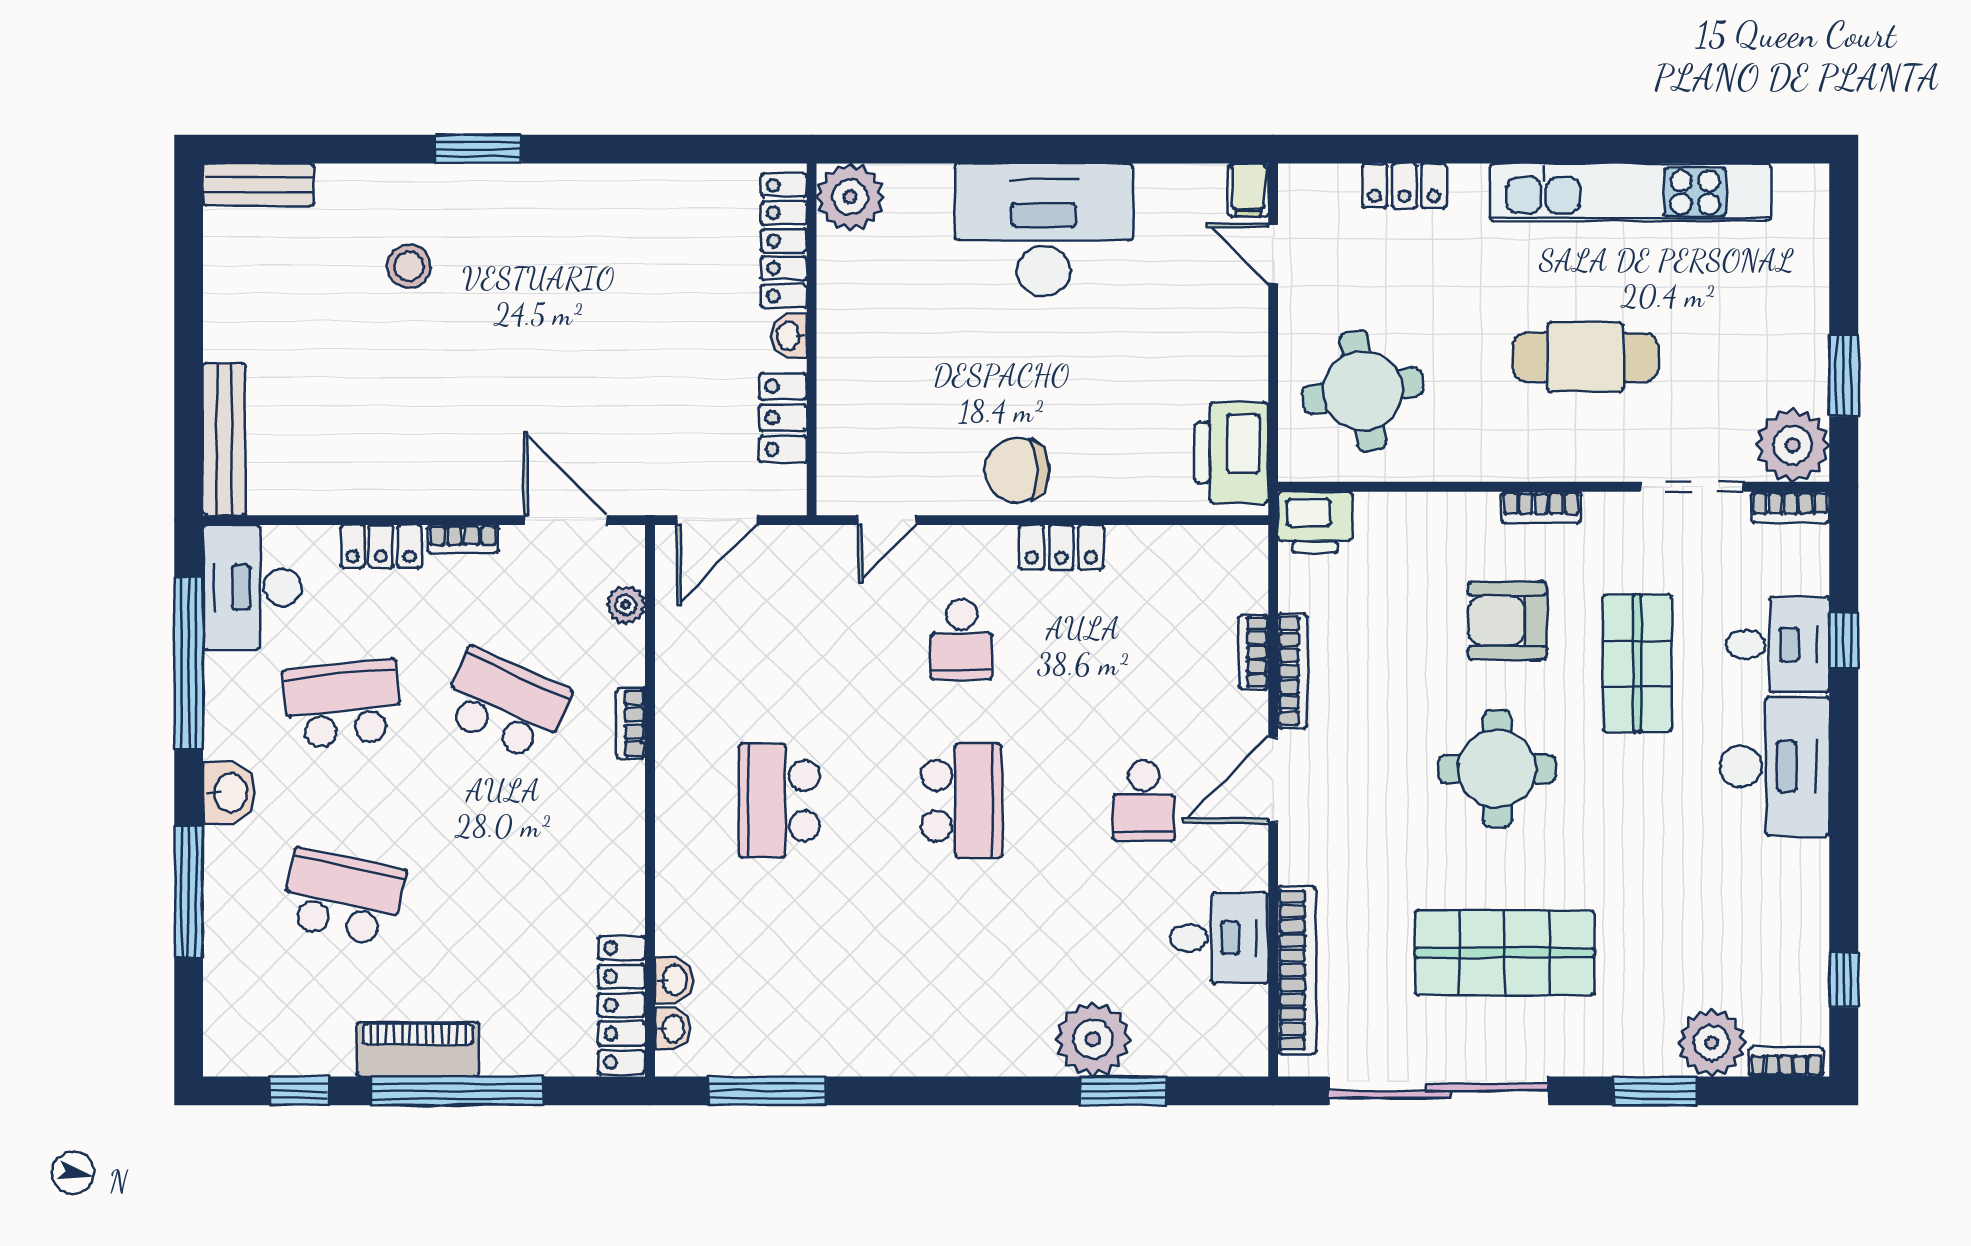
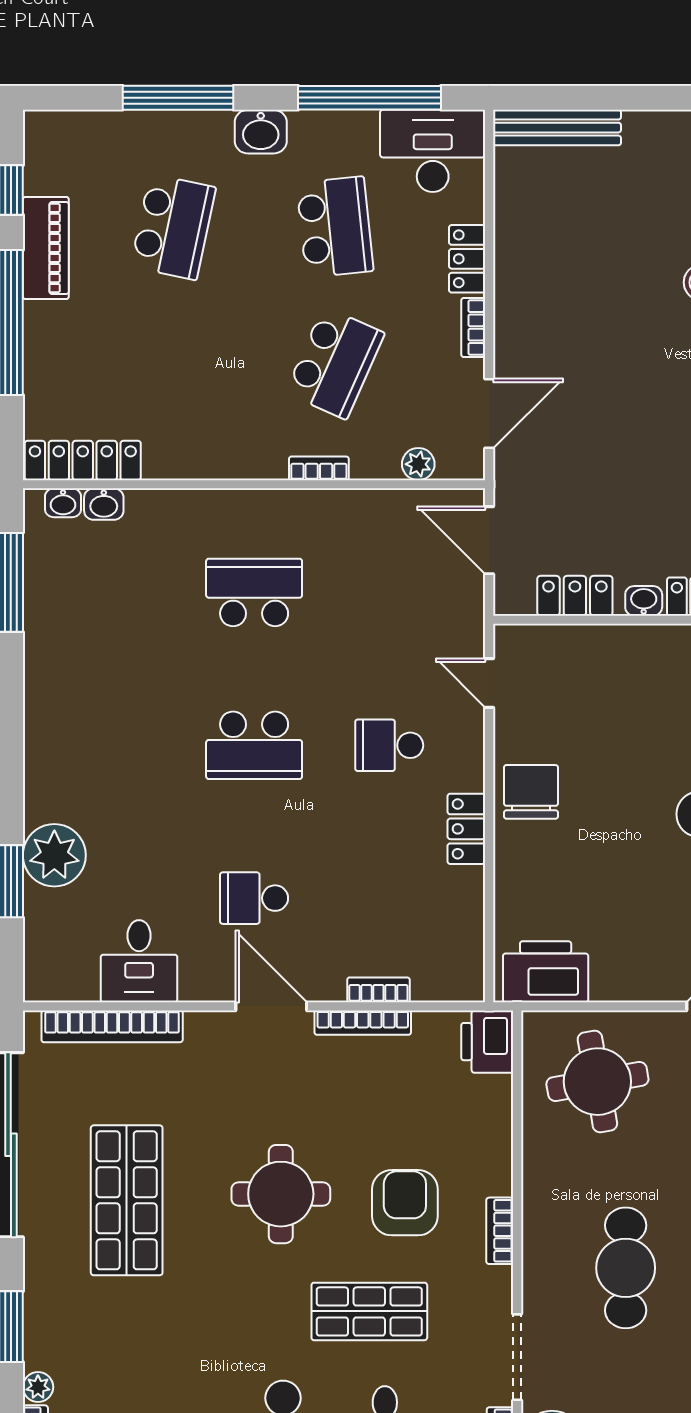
plant: (1712, 1043) -> (38, 1387), width x0.53, depth x0.53
piano: (418, 1049) -> (46, 248), moved

